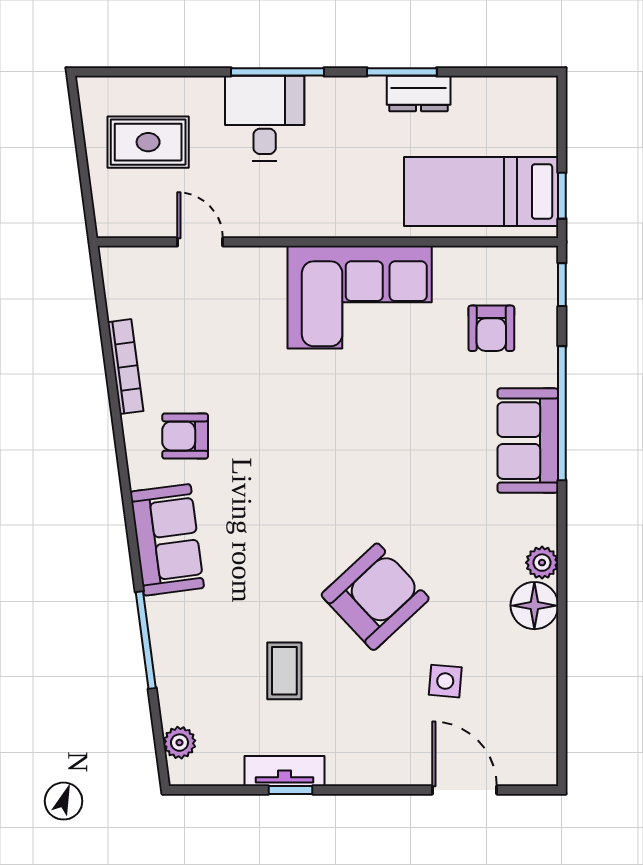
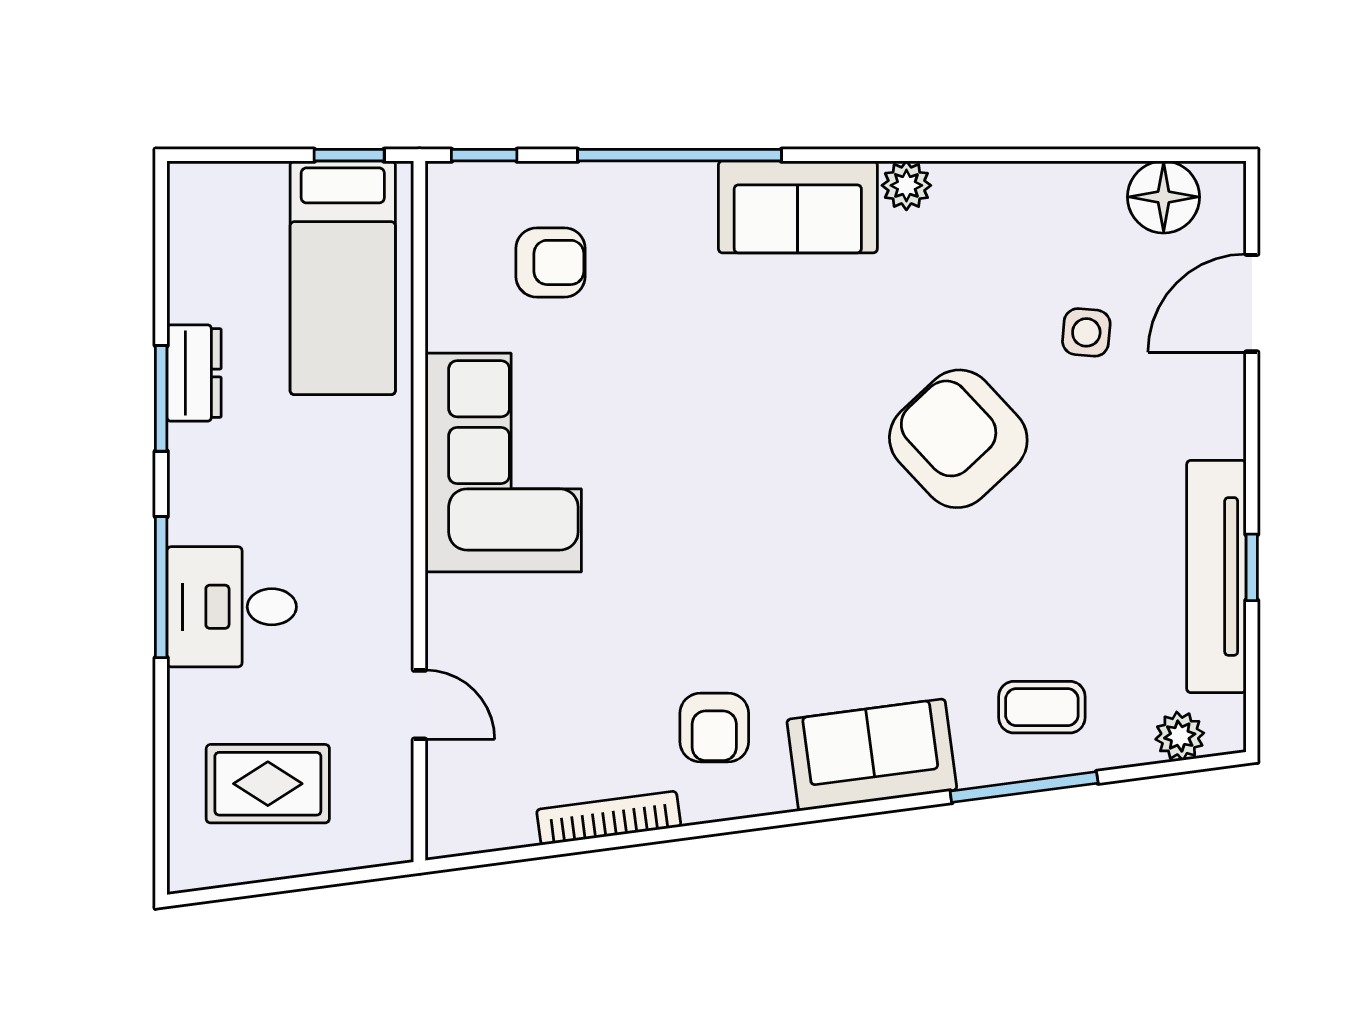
rug: (148, 142) -> (268, 784), turned 90
door: (200, 242) -> (419, 705), swing flipped
sofa: (528, 441) -> (798, 207), moved
floor lamp: (534, 606) -> (1164, 197), moved
coffee table: (284, 671) -> (1042, 707), moved
tv unit: (285, 771) -> (1216, 576), width x1.92, depth x1.29

